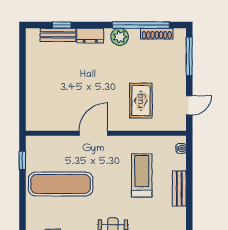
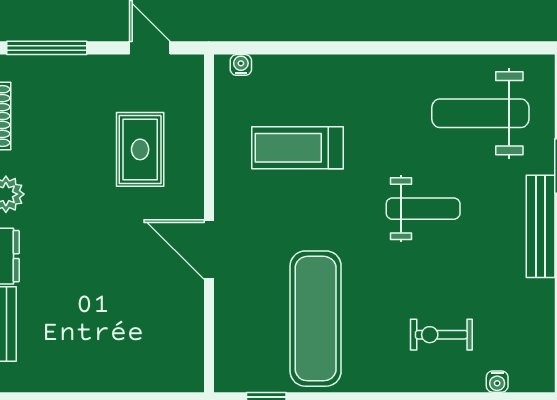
rug: (141, 101) -> (140, 149), turned 90
bench: (179, 188) -> (325, 69), removed

